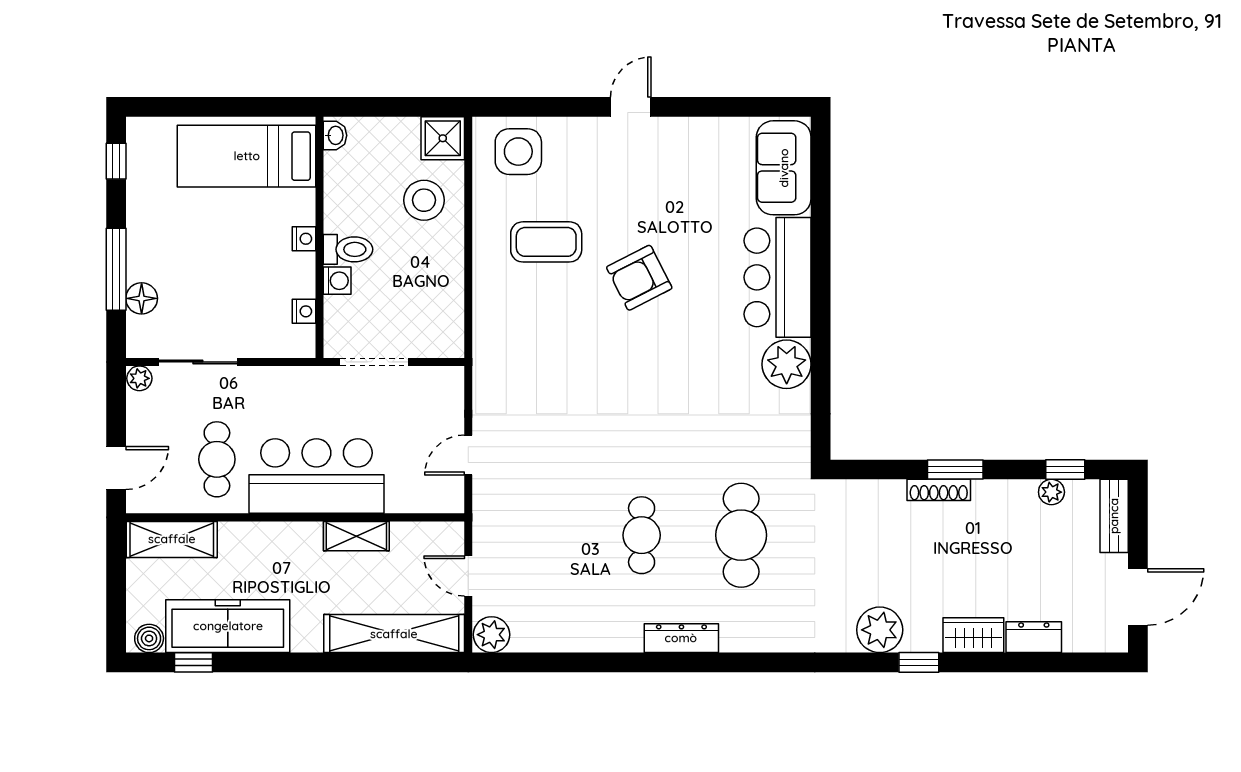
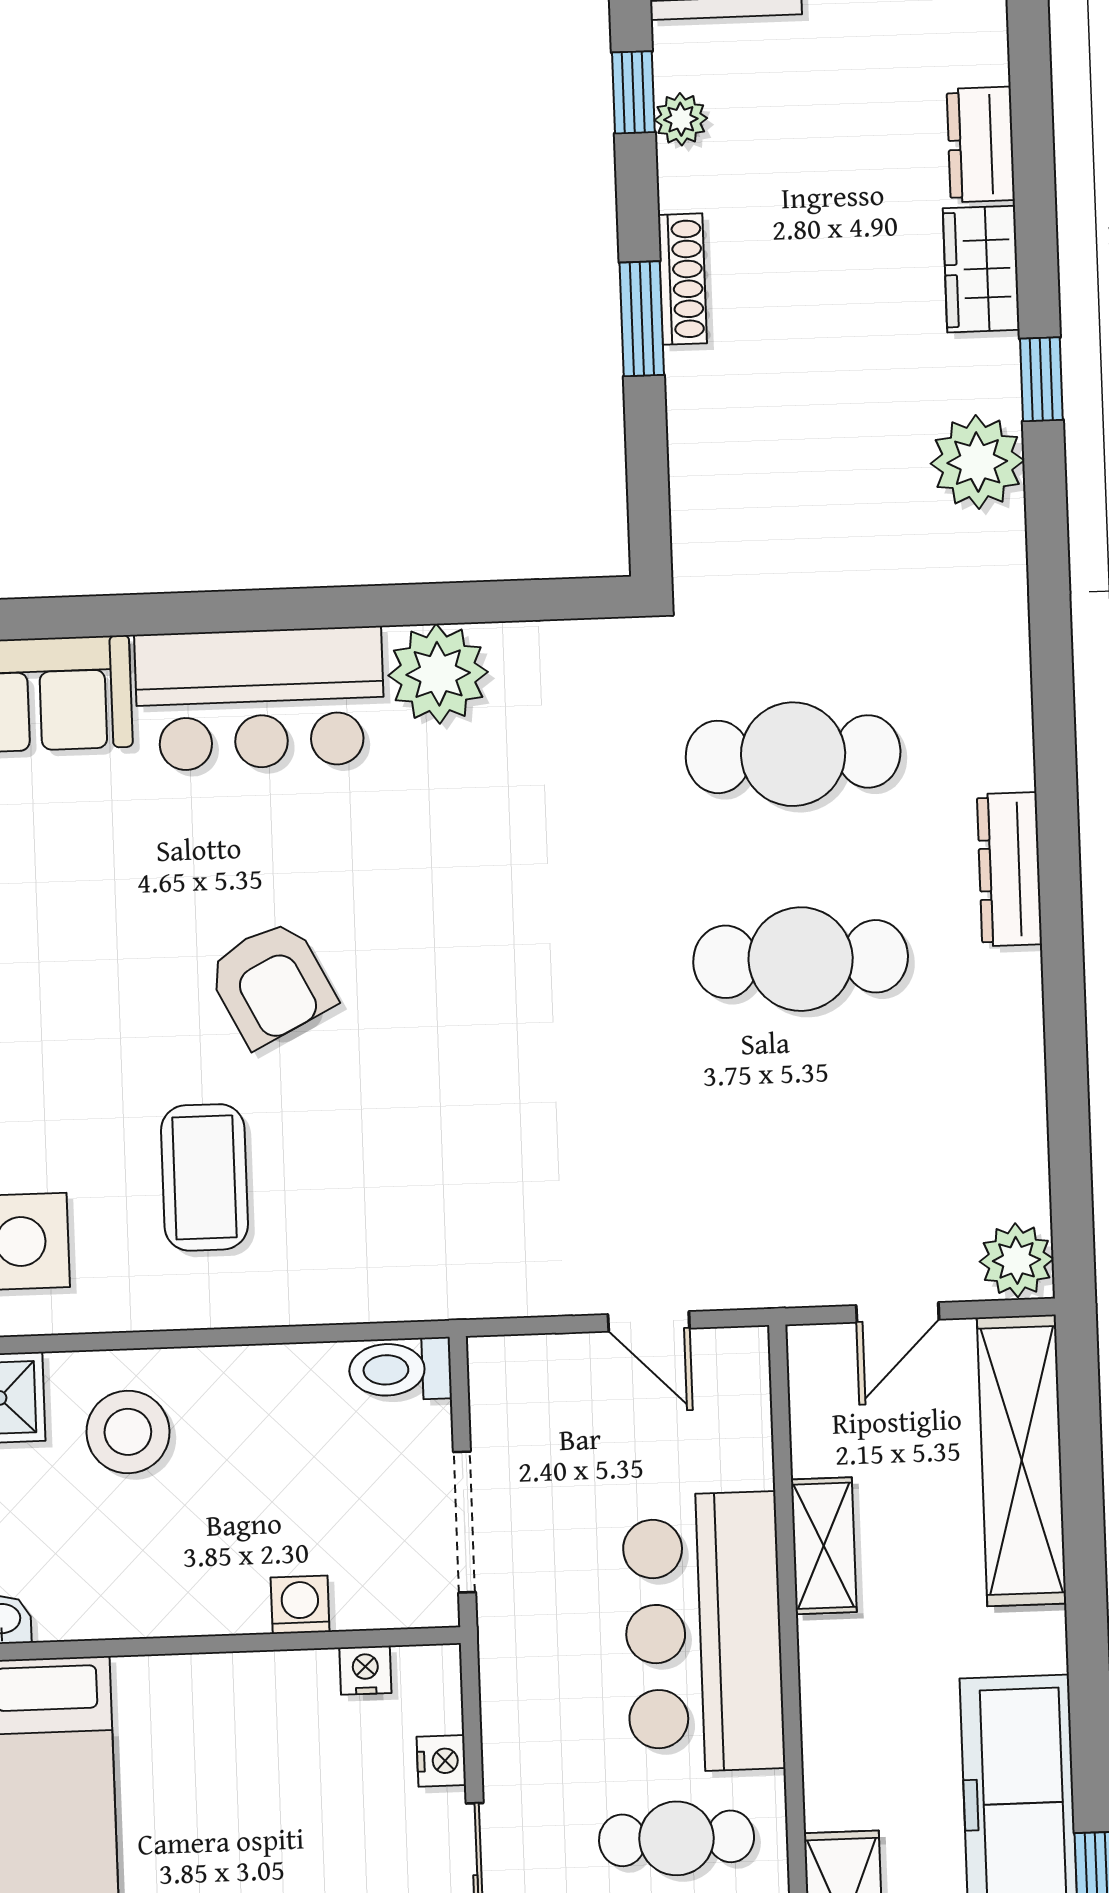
nightstand: (304, 239) -> (441, 1761), moved, turned 90
toilet: (348, 249) -> (400, 1369), moved, turned -90
shoe rack: (939, 490) -> (682, 279), moved
cafe table: (642, 535) -> (801, 959), width x1.37, depth x1.35

